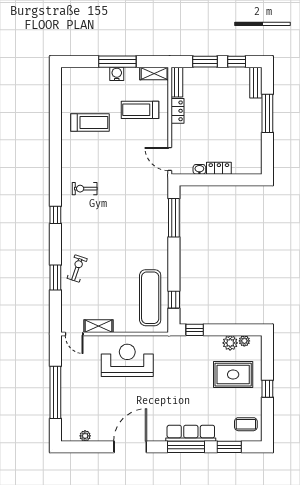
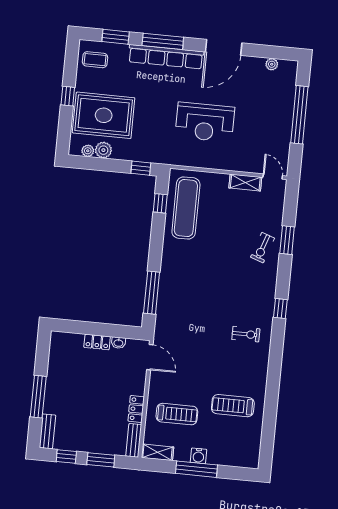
reception desk: (127, 360) -> (205, 122), moved
rug: (233, 375) -> (104, 115), width x1.37, depth x1.44
row of seats: (191, 433) -> (166, 57), width x1.36

